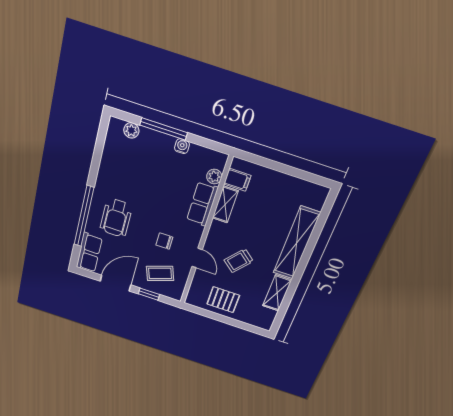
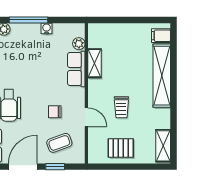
filing cabinet: (237, 180) -> (161, 36), moved, turned 180
trolley: (239, 261) -> (121, 107), turned -40
shelving: (277, 293) -> (163, 146), moved

